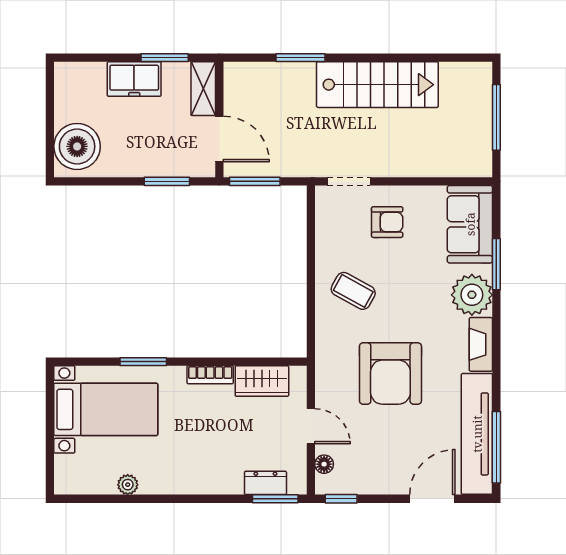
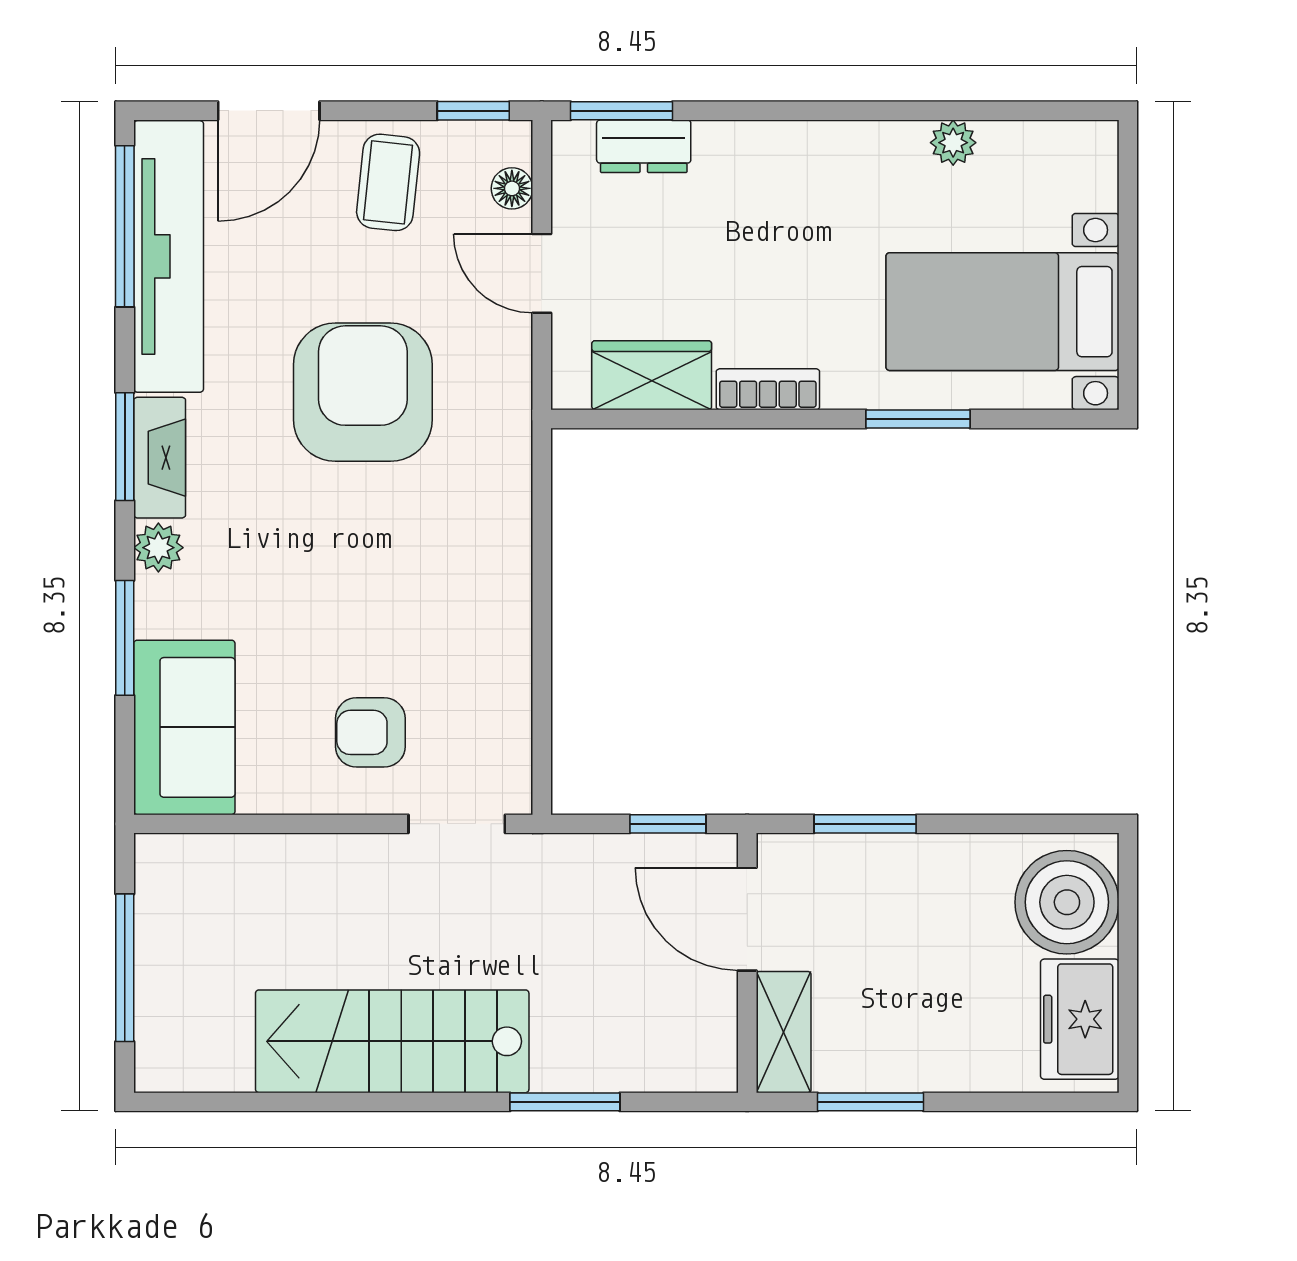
freezer: (134, 79) -> (1080, 1019), moved, turned -90
window: (255, 181) -> (668, 824), width x0.67
coffee table: (353, 291) -> (388, 182), moved, turned 67
plant: (472, 295) -> (158, 548), width x0.53, depth x0.53
window: (496, 349) -> (125, 447), added

